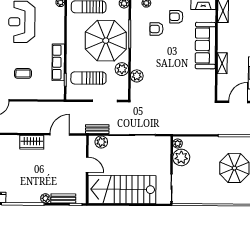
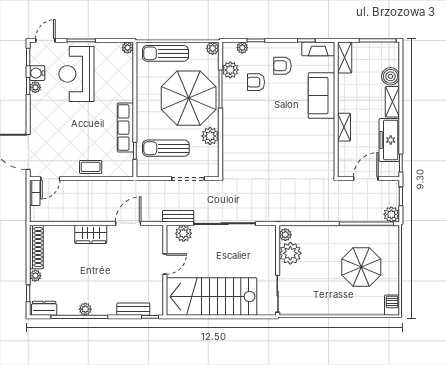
sofa: (205, 46) -> (321, 96), width x0.73
coffee table: (23, 73) -> (91, 167), moved
plant: (137, 76) -> (230, 70), moved
door: (87, 165) -> (165, 264), hinge flipped
plant: (45, 198) -> (85, 309), moved

